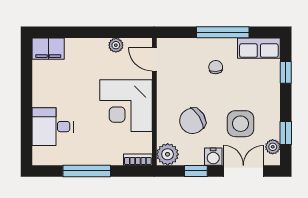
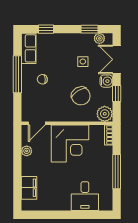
filing cabinet: (48, 49) -> (29, 188), moved
side table: (240, 124) -> (83, 62), width x0.54, depth x0.54

